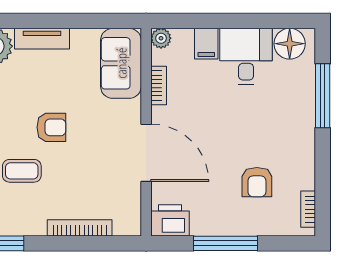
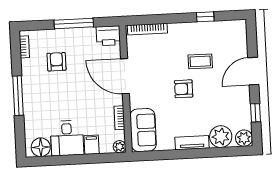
window: (323, 96) -> (18, 96), moved
bookcase: (80, 228) -> (147, 29), moved

